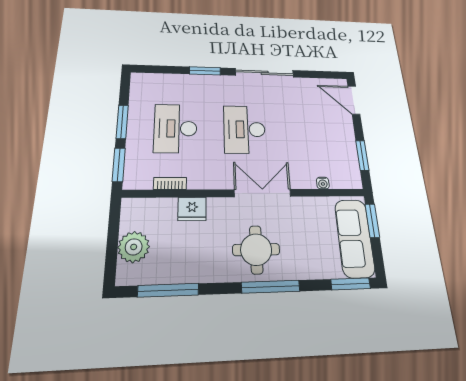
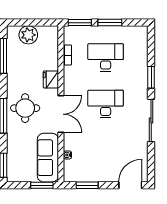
fridge: (192, 209) -> (51, 80), moved
sofa: (355, 238) -> (48, 158), moved, turned -90

